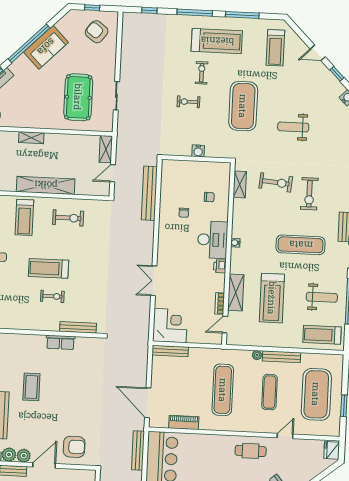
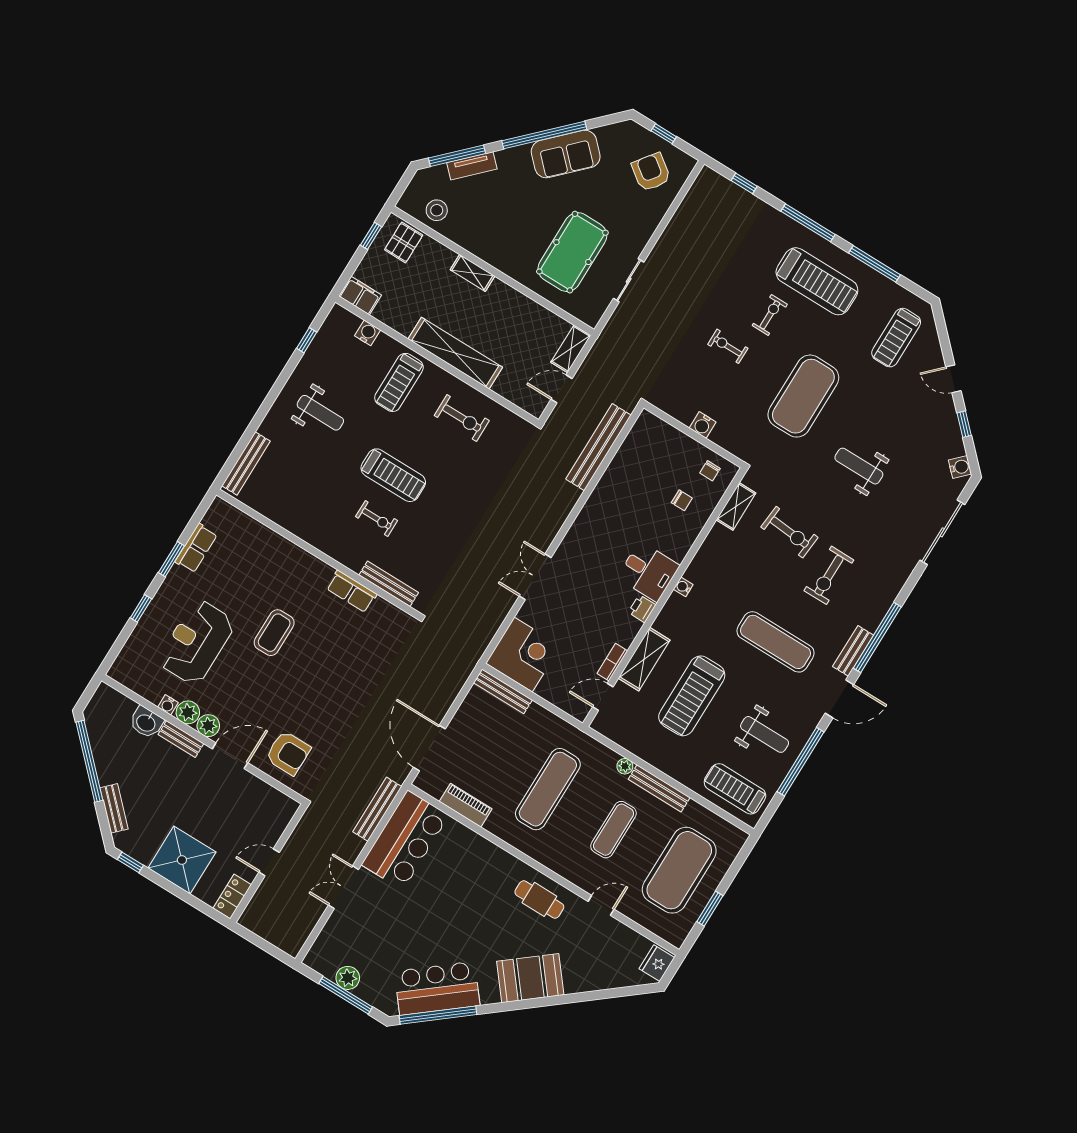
chair: (184, 213) -> (710, 471), moved
desk: (213, 240) -> (648, 572), width x0.73
treadmill: (49, 268) -> (393, 475), turned 180

